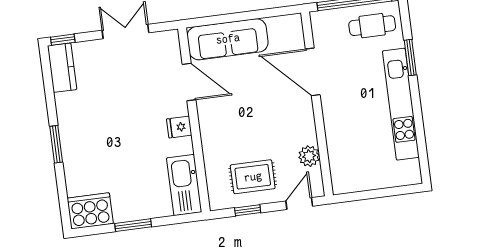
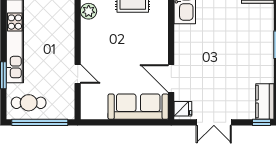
door: (313, 72) -> (78, 74), width x0.53
fridge: (179, 127) -> (183, 109), moved

